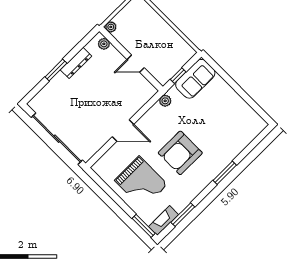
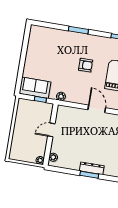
dresser: (76, 63) -> (92, 168), moved
door: (136, 64) -> (51, 130), swing flipped
armchair: (180, 153) -> (86, 65), width x0.53, depth x0.53

